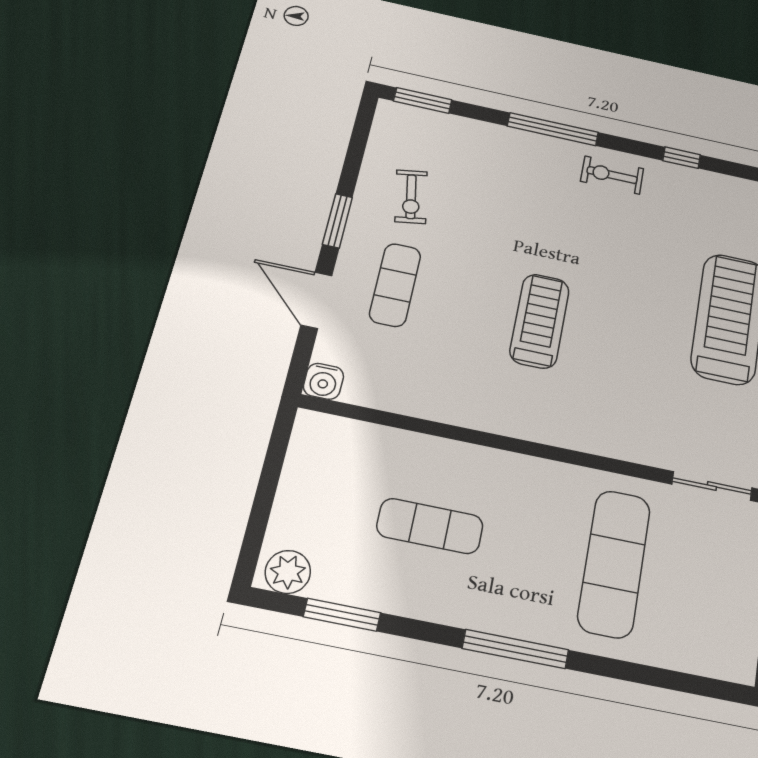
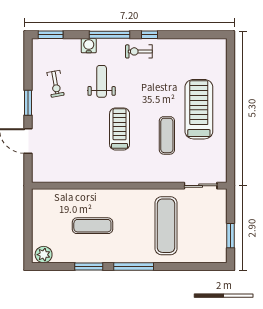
window: (682, 158) -> (149, 35), moved
weight bench: (517, 215) -> (102, 81), added
exercise mat: (395, 285) -> (167, 135), moved
water cooler: (323, 381) -> (89, 46), moved, turned 180
window: (342, 615) -> (89, 267), moved

